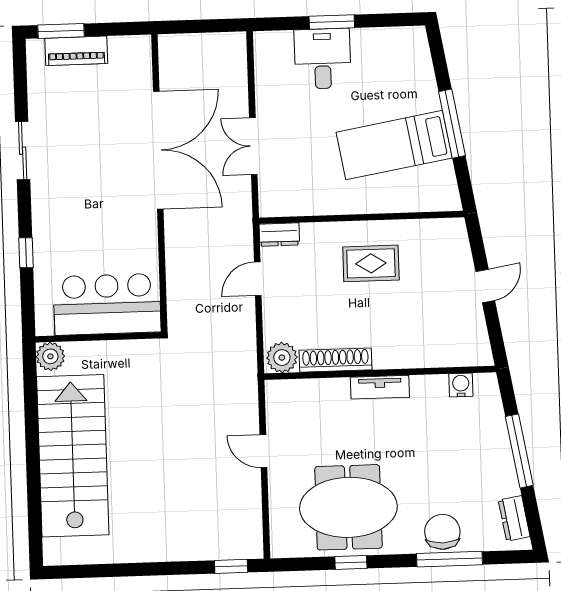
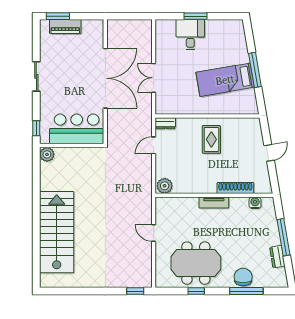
rug: (371, 263) -> (211, 139), turned 90
bar counter: (107, 304) -> (77, 129), moved
wall: (98, 337) -> (72, 146), moved
plant: (50, 356) -> (47, 154), moved
shoe rack: (336, 360) -> (235, 188), moved
dresser: (514, 518) -> (277, 257), moved

